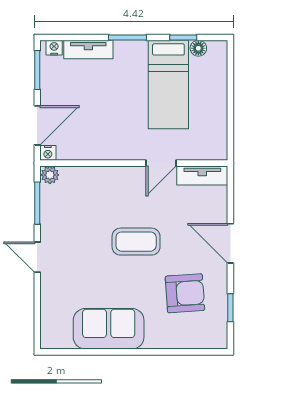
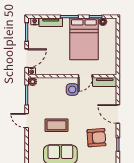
bed: (168, 85) -> (84, 39), width x1.50
side table: (134, 191) -> (72, 89), added
coffee table: (136, 242) -> (56, 125), moved

